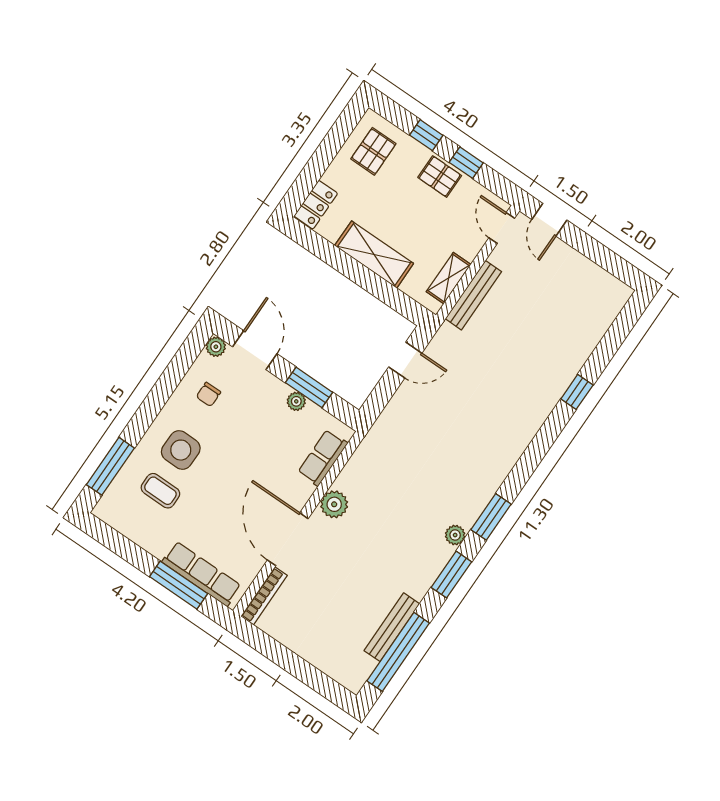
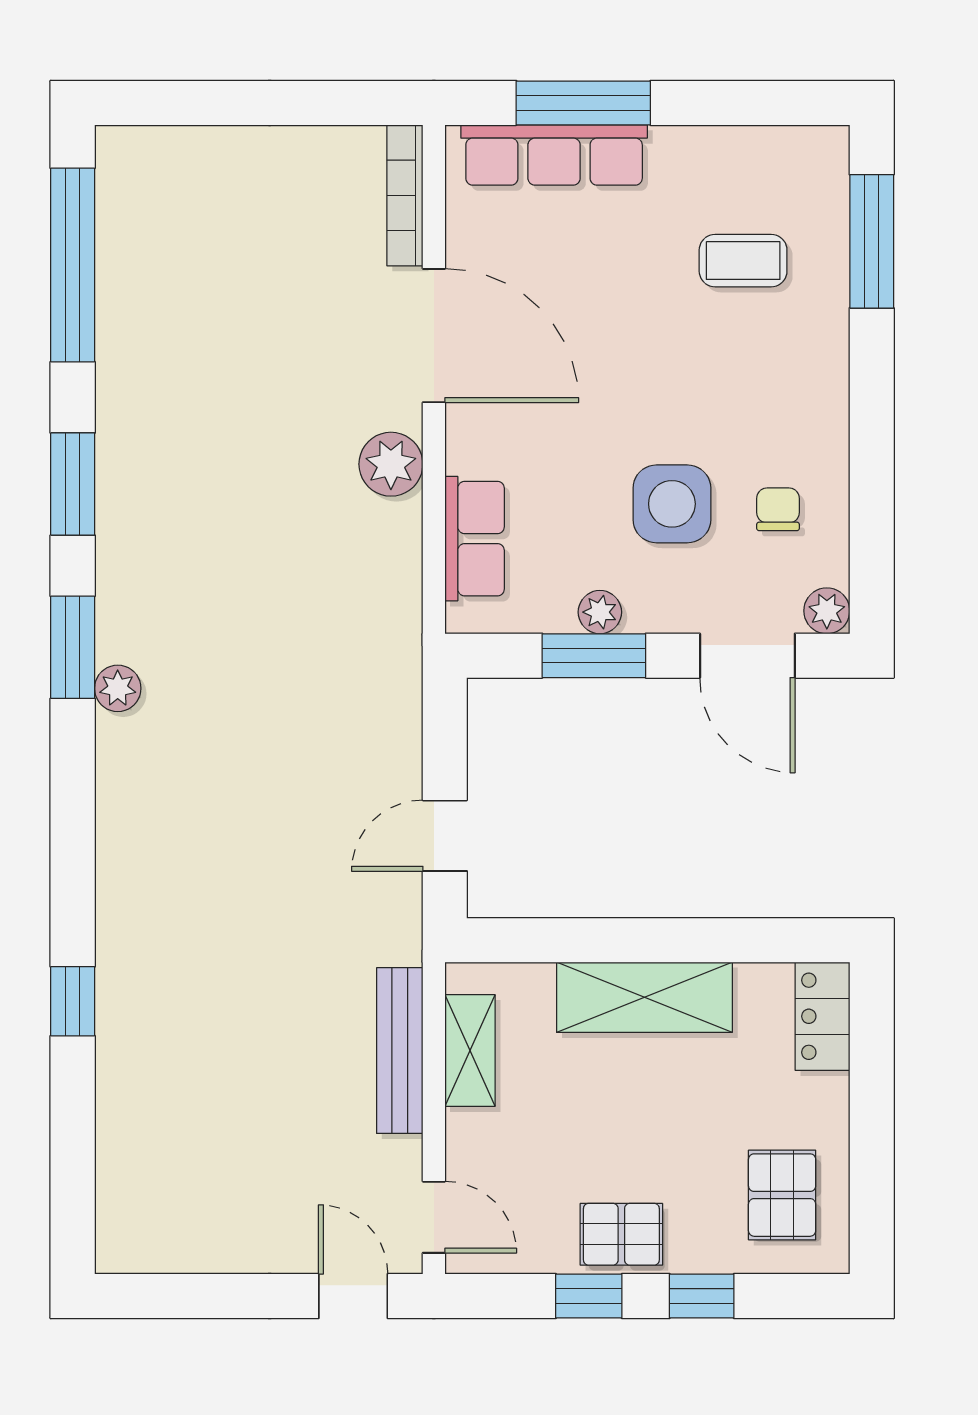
side table: (181, 450) -> (672, 504), moved
plant: (455, 535) -> (118, 688), moved
bench: (392, 627) -> (117, 304), removed

